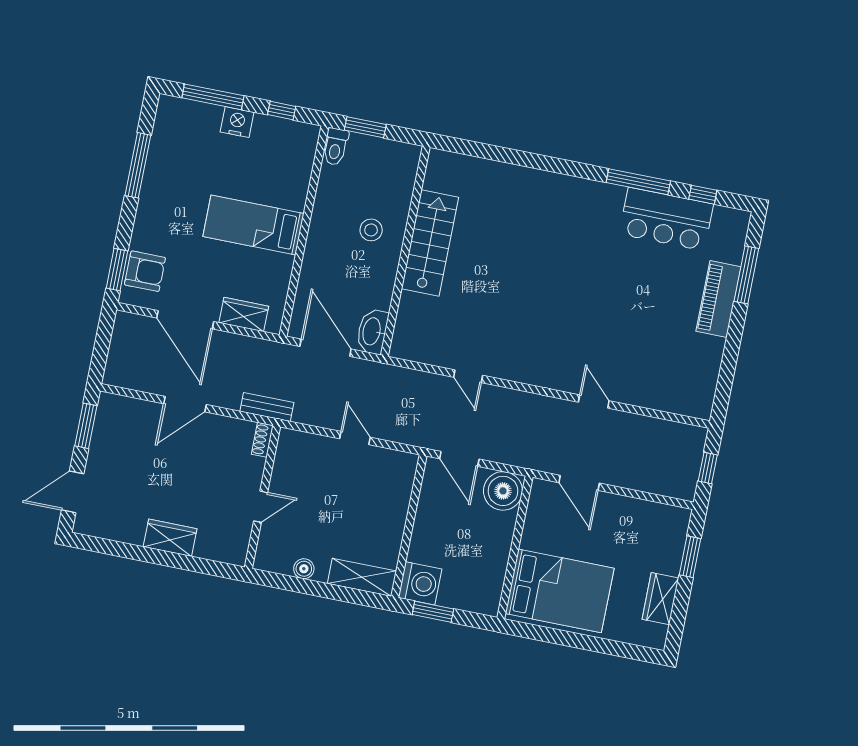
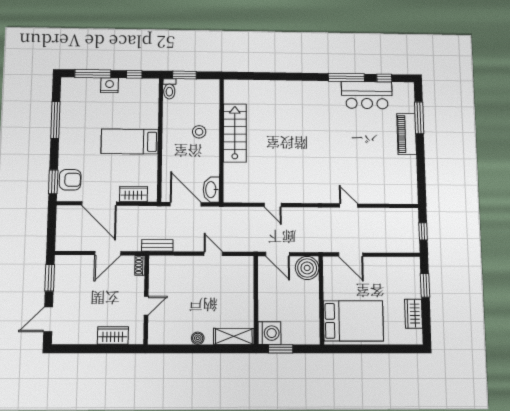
shoe rack: (262, 440) -> (140, 265), moved
wall: (263, 497) -> (146, 300), moved
door: (261, 507) -> (146, 306), moved

